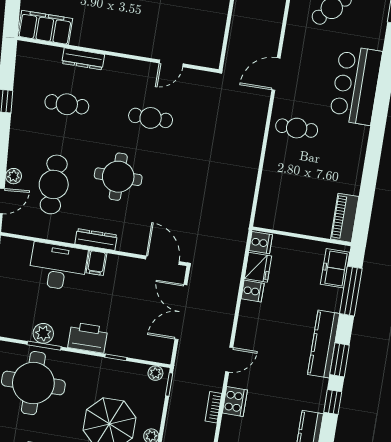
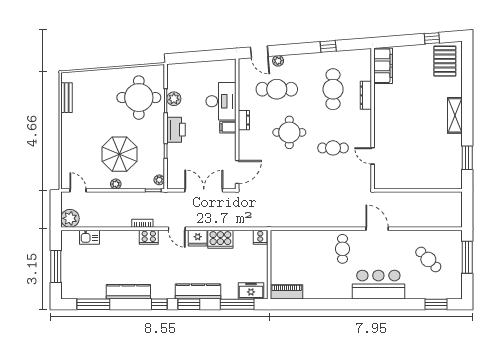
cafe table: (67, 104) -> (333, 89), width x1.37, depth x1.35
cafe table: (151, 118) -> (333, 148), turned 90
dresser: (96, 239) -> (244, 120), width x0.70
fridge: (258, 267) -> (198, 238), moved
cooker: (253, 291) -> (220, 239), width x1.87, depth x1.31

